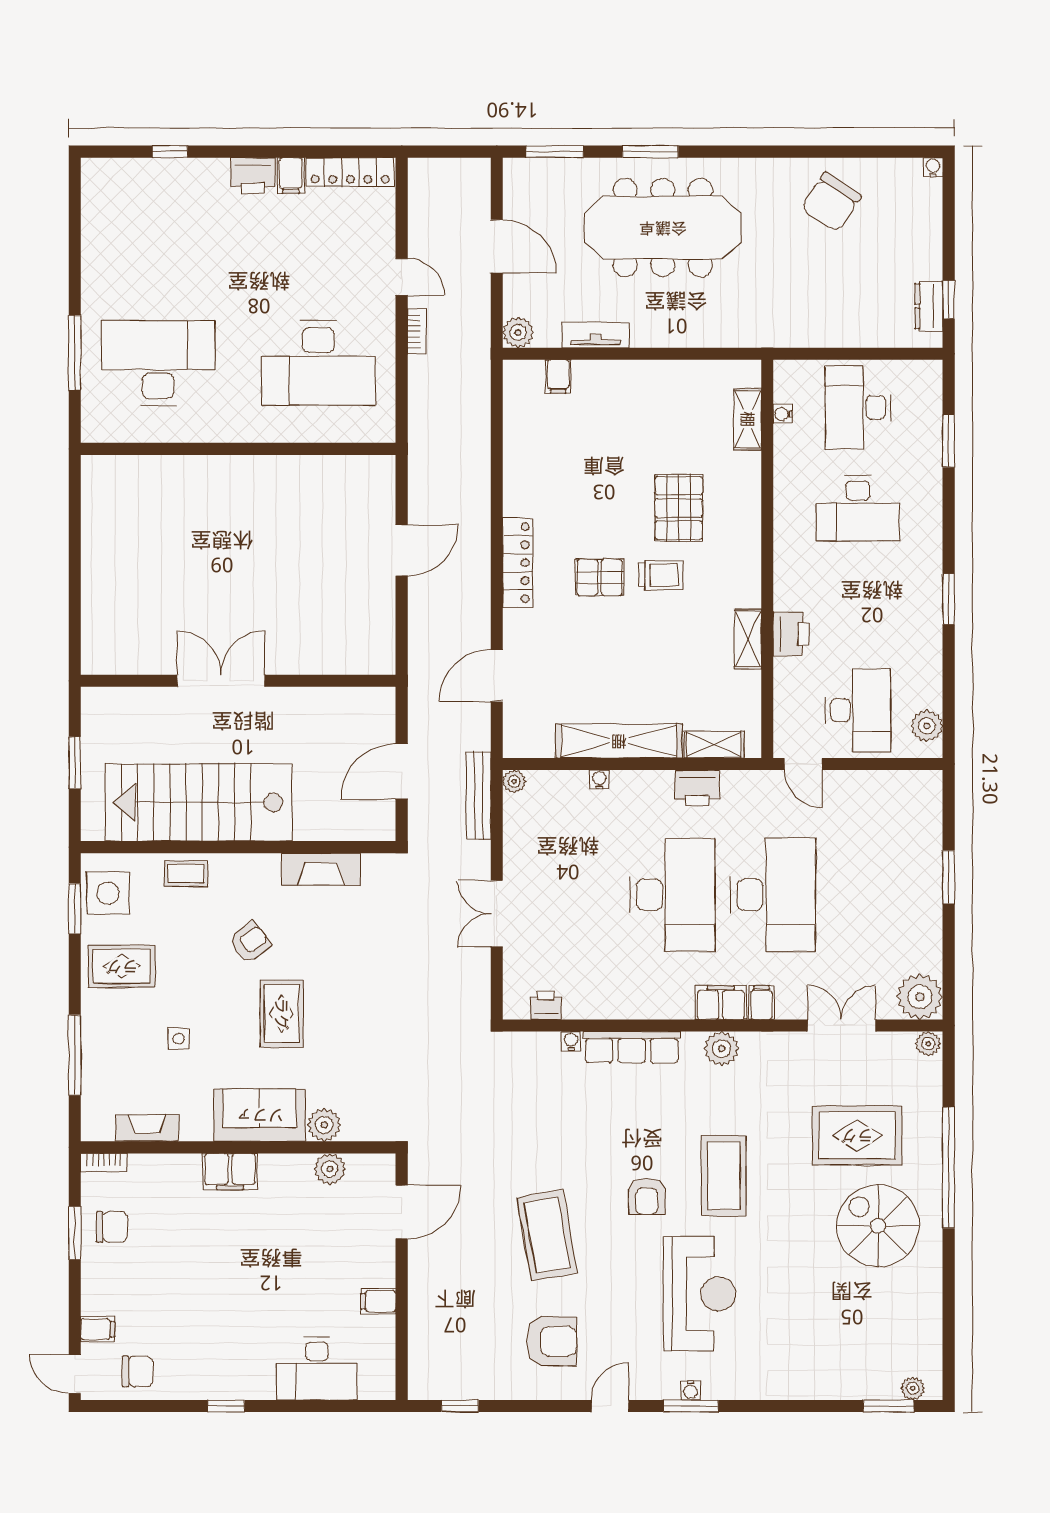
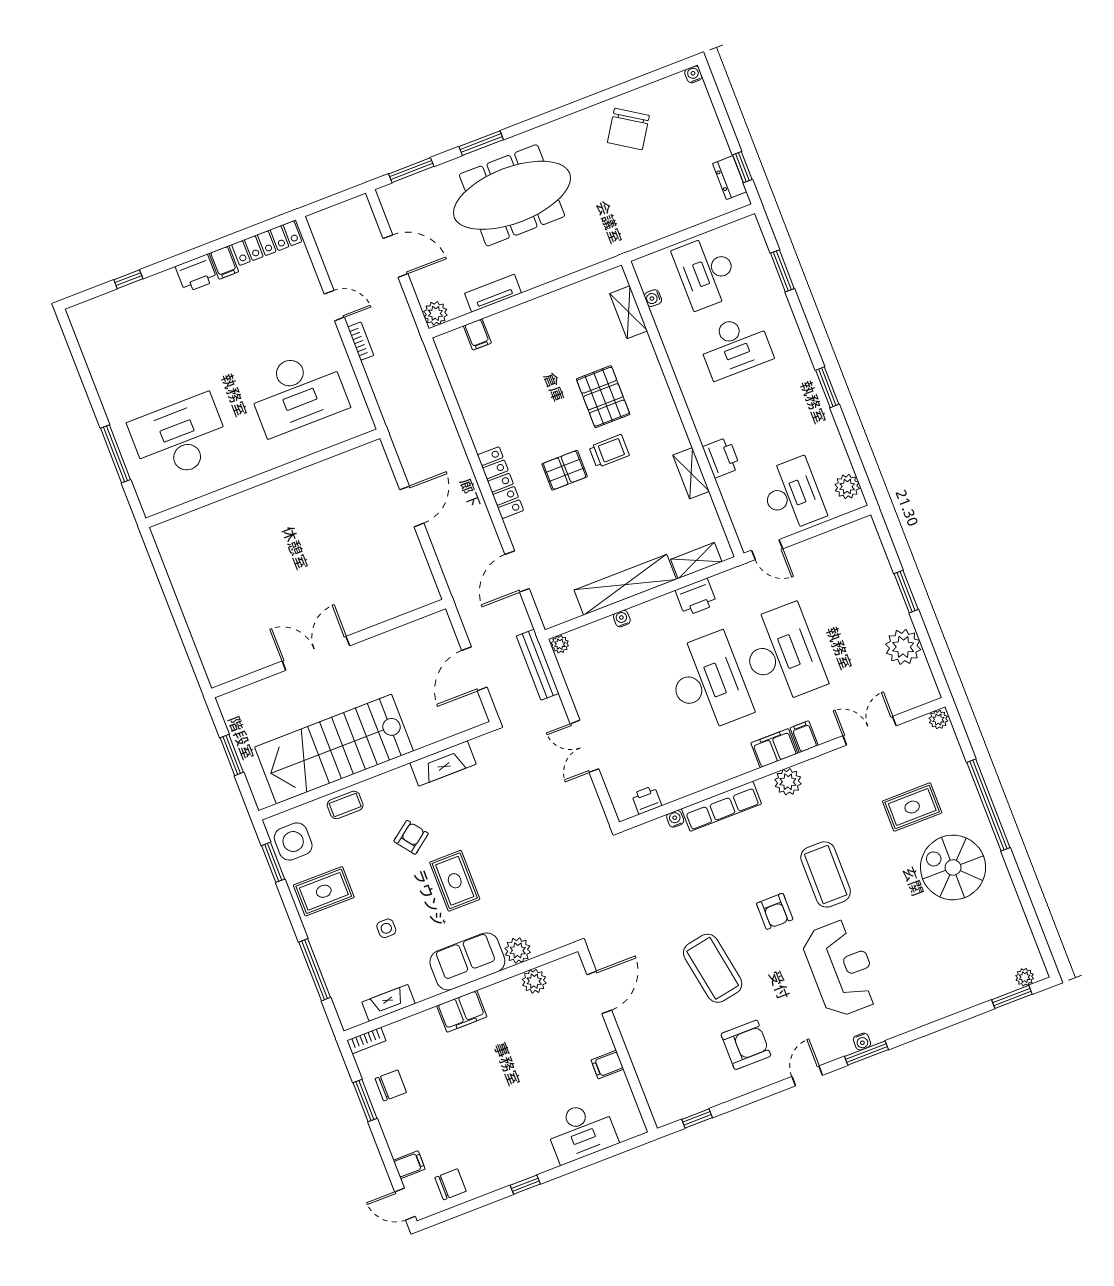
plant: (920, 997) -> (903, 647), moved
rug: (857, 1135) -> (912, 807), width x0.73, depth x0.70

